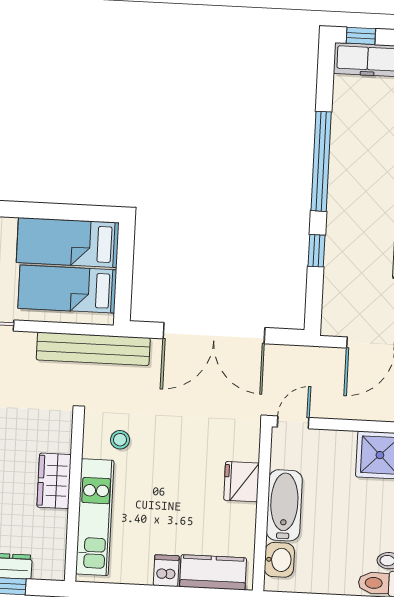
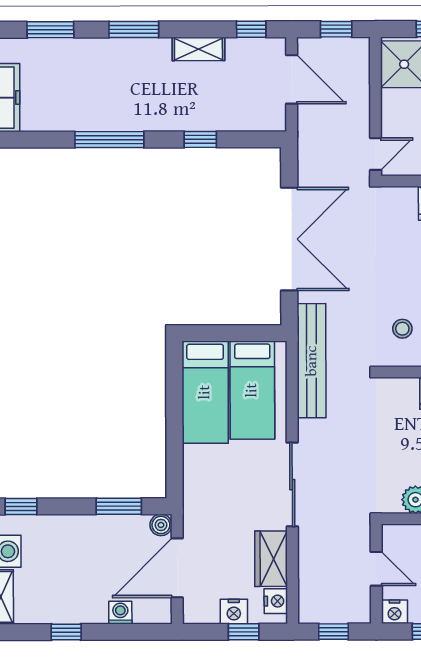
window: (321, 161) -> (109, 140), width x0.68
door: (293, 422) -> (376, 154), swing flipped

